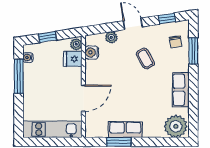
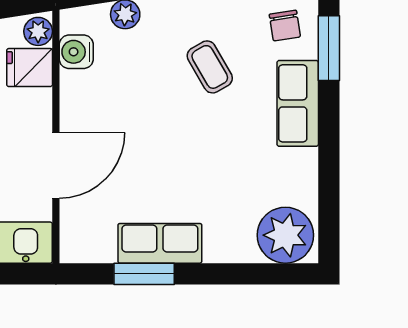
row of seats: (181, 90) -> (298, 103), moved

